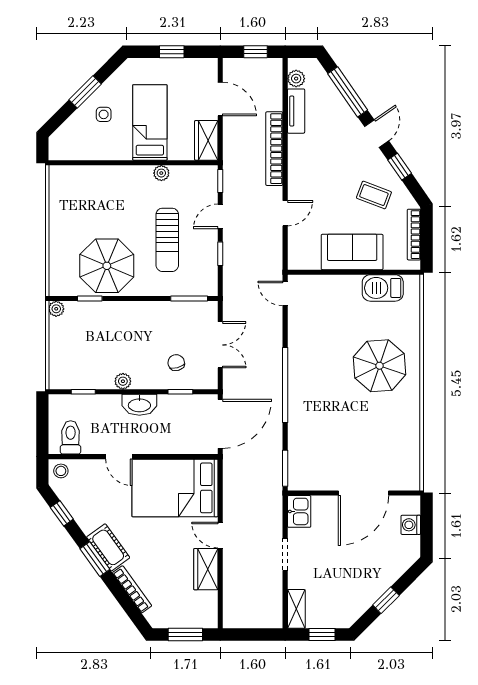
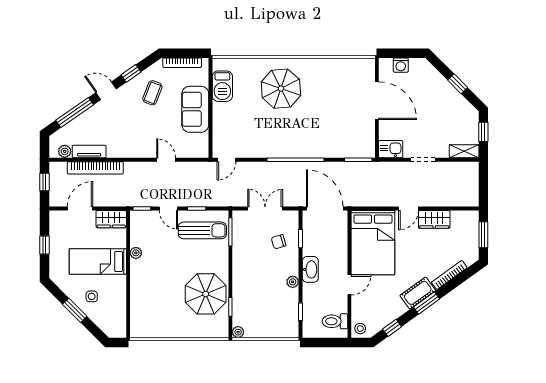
bookcase: (274, 149) -> (95, 168), moved
sun lounger: (167, 240) -> (202, 230), moved

